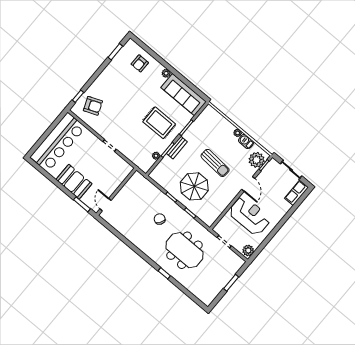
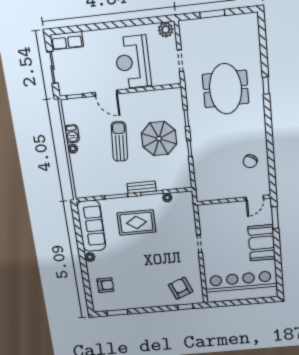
rug: (159, 123) -> (137, 222), turned 90
plant: (257, 160) -> (77, 108), removed
door: (248, 184) -> (106, 93), swing flipped
chair: (160, 219) -> (250, 161), moved

